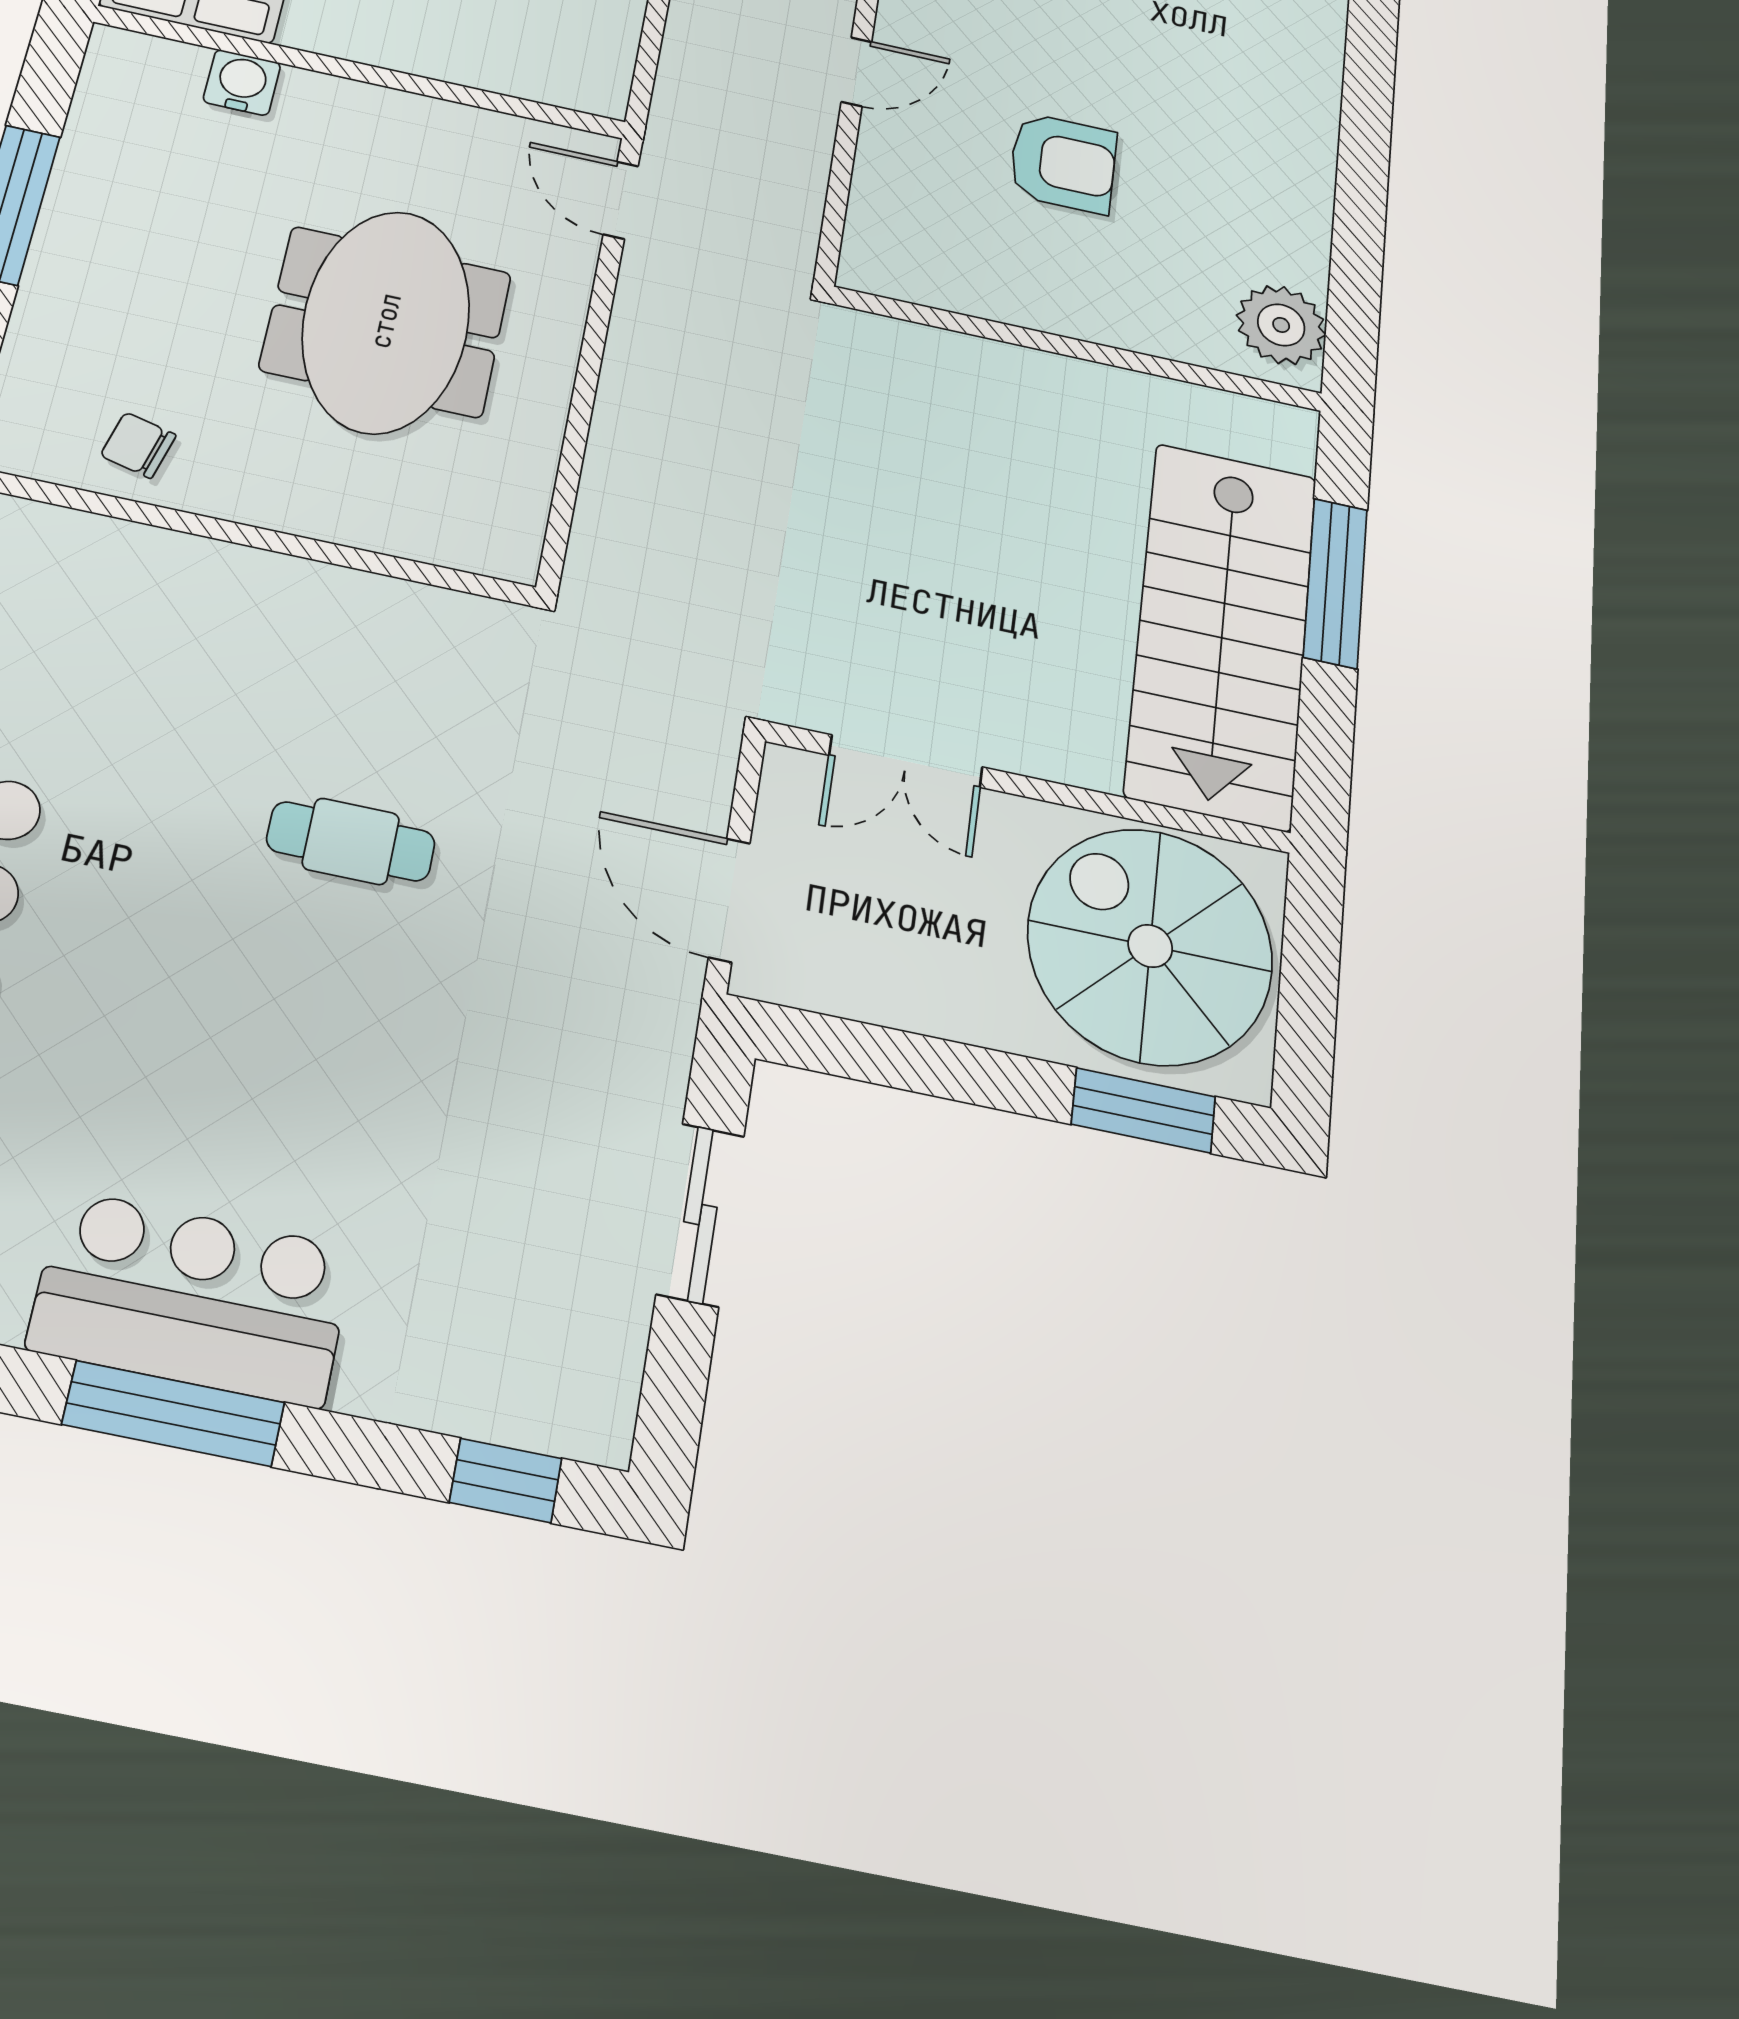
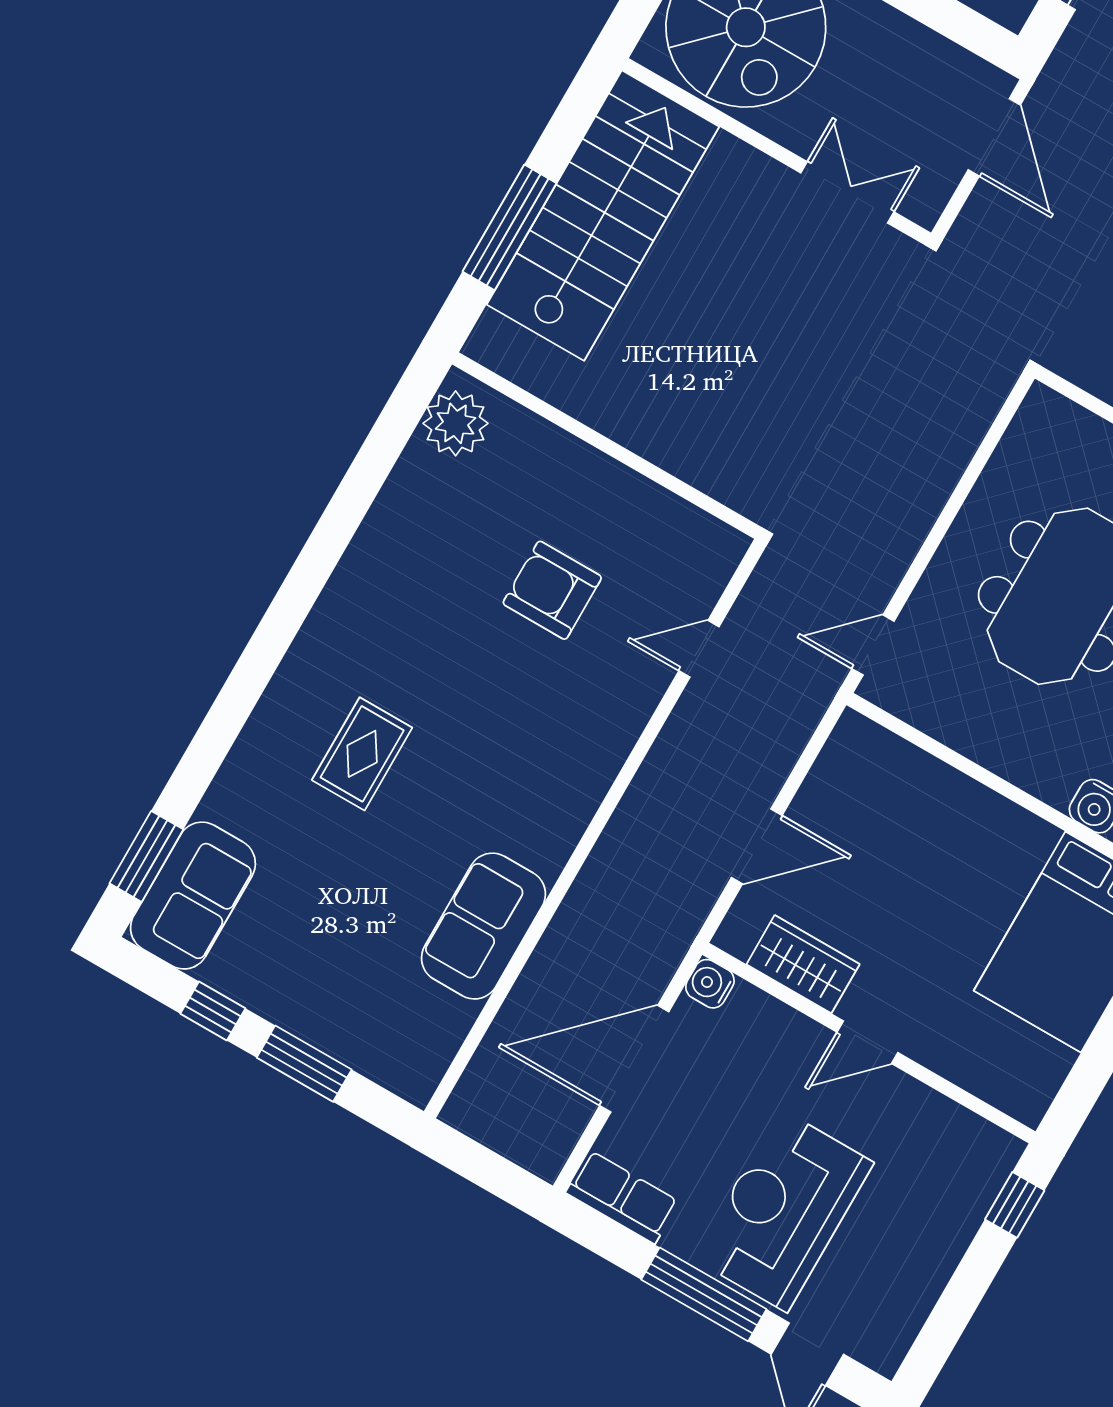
door: (857, 72) -> (699, 649), moved
door: (621, 200) -> (873, 645), swing flipped

